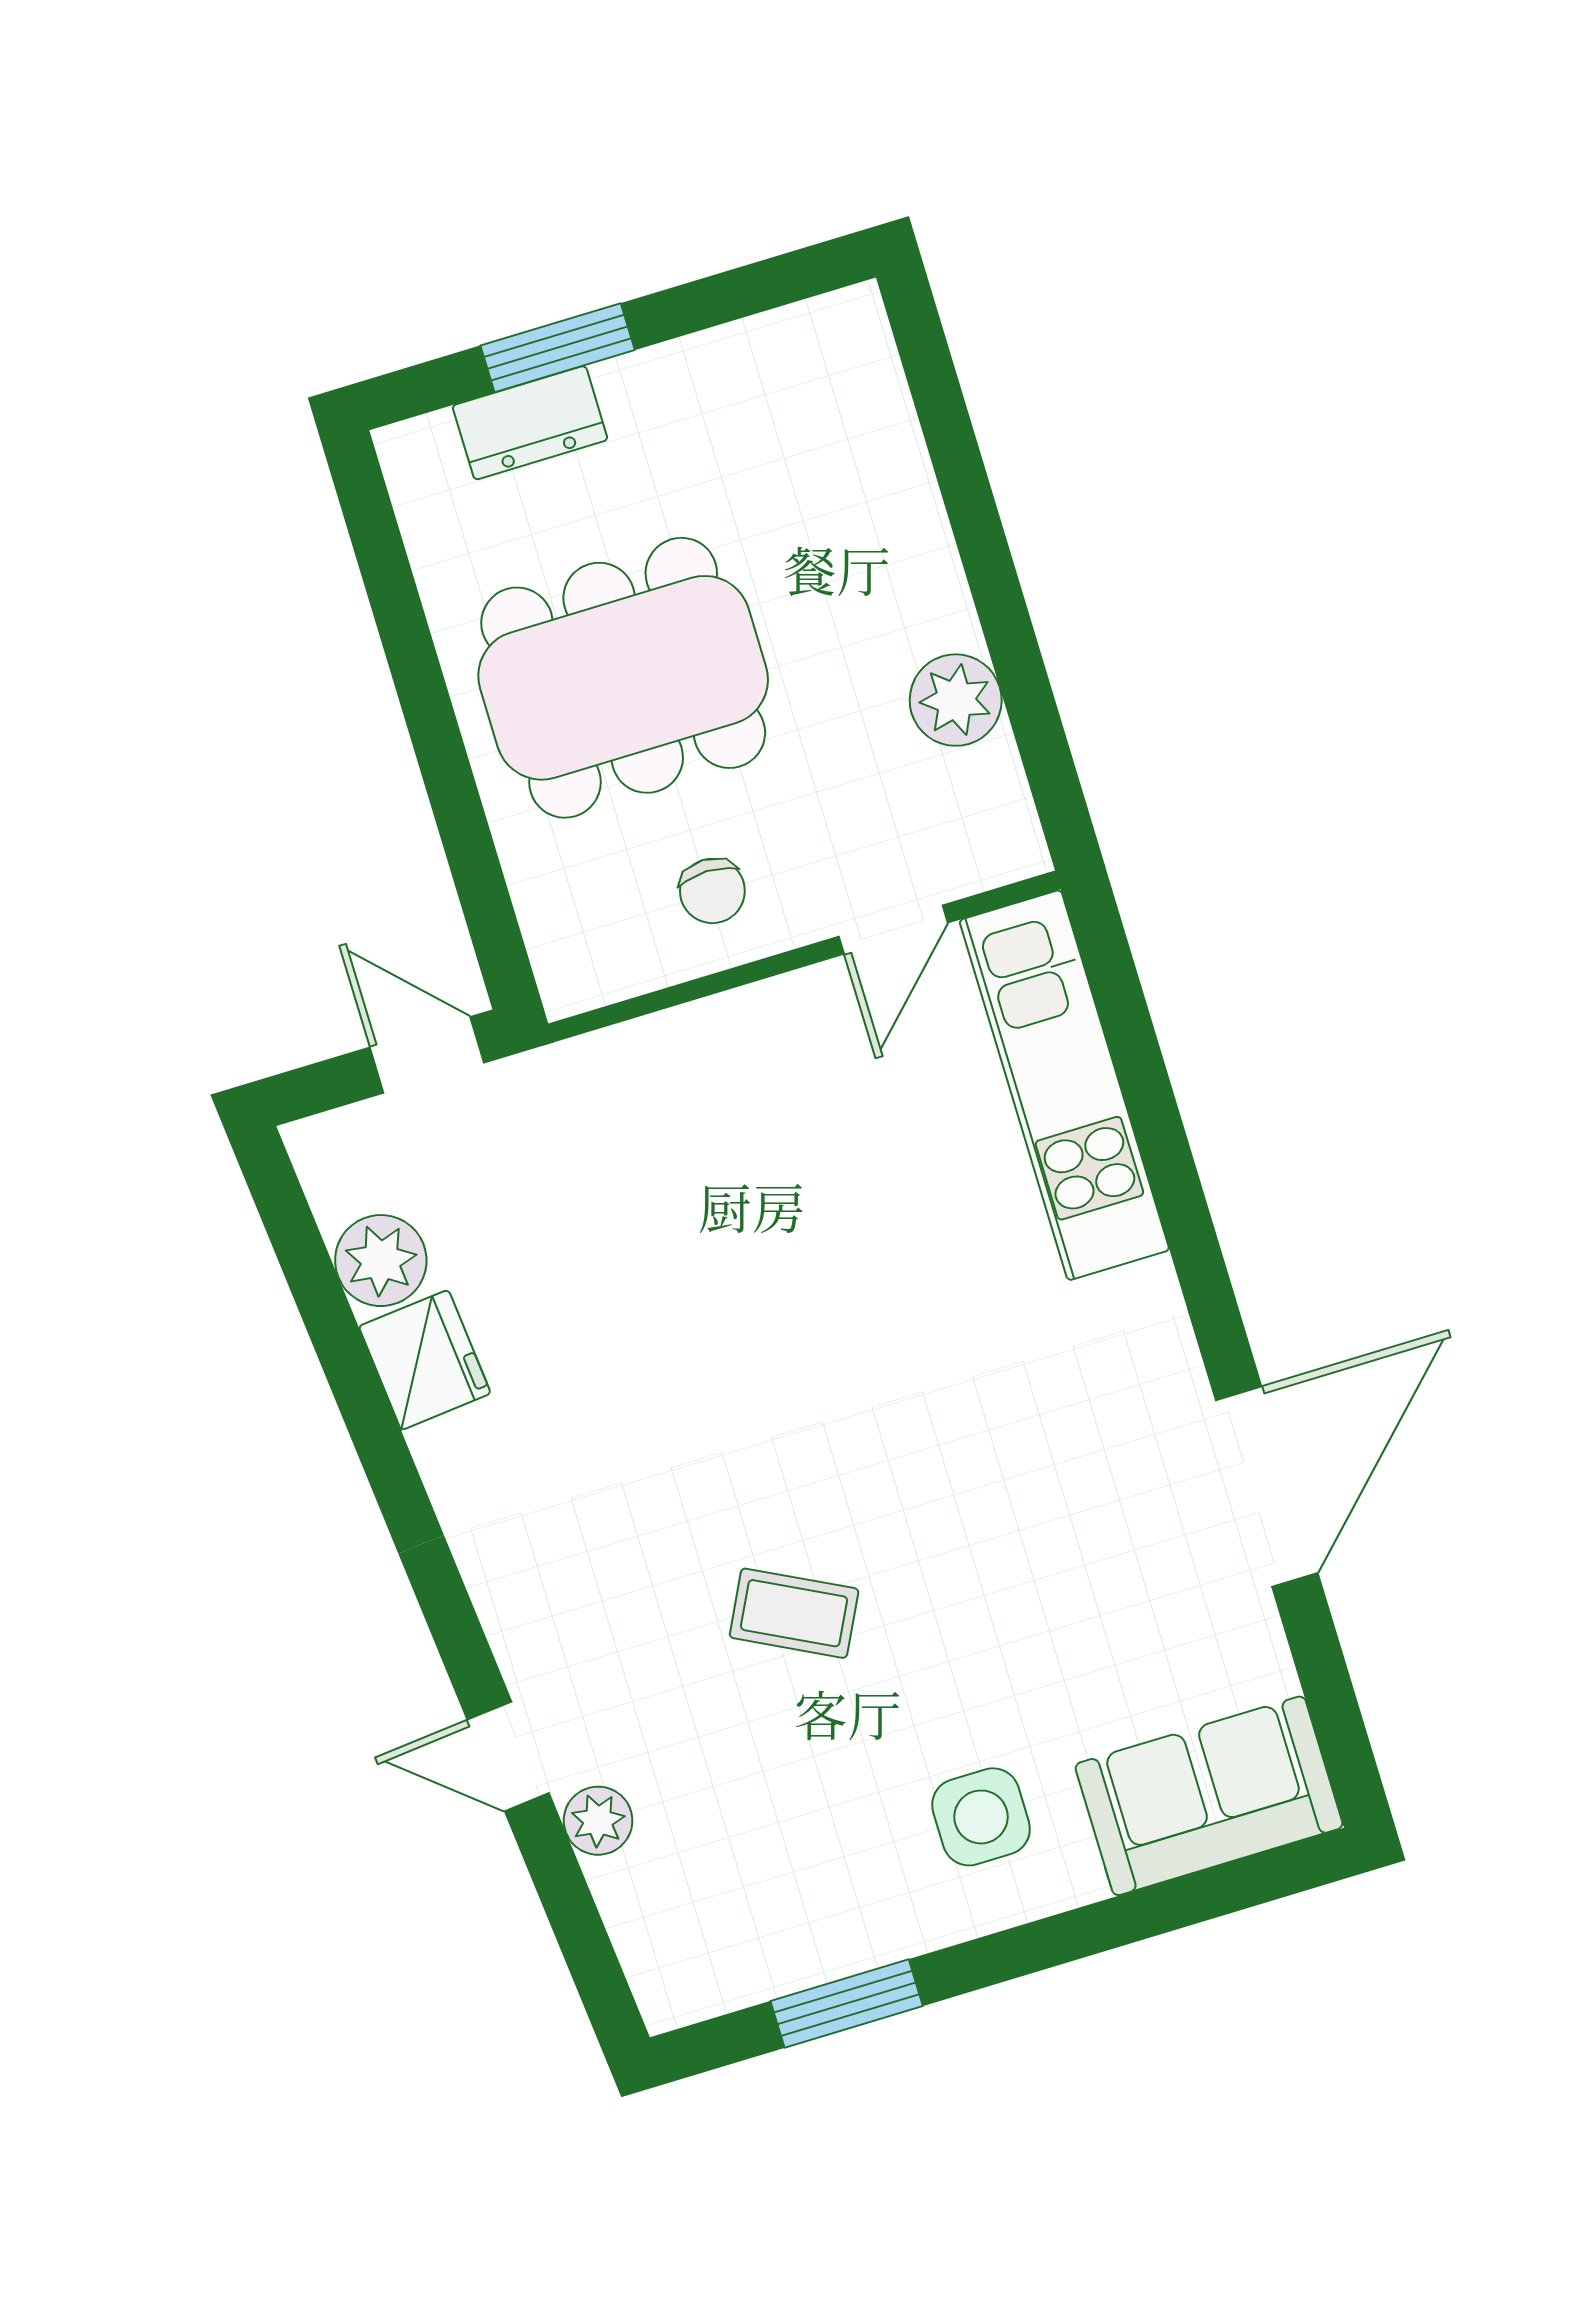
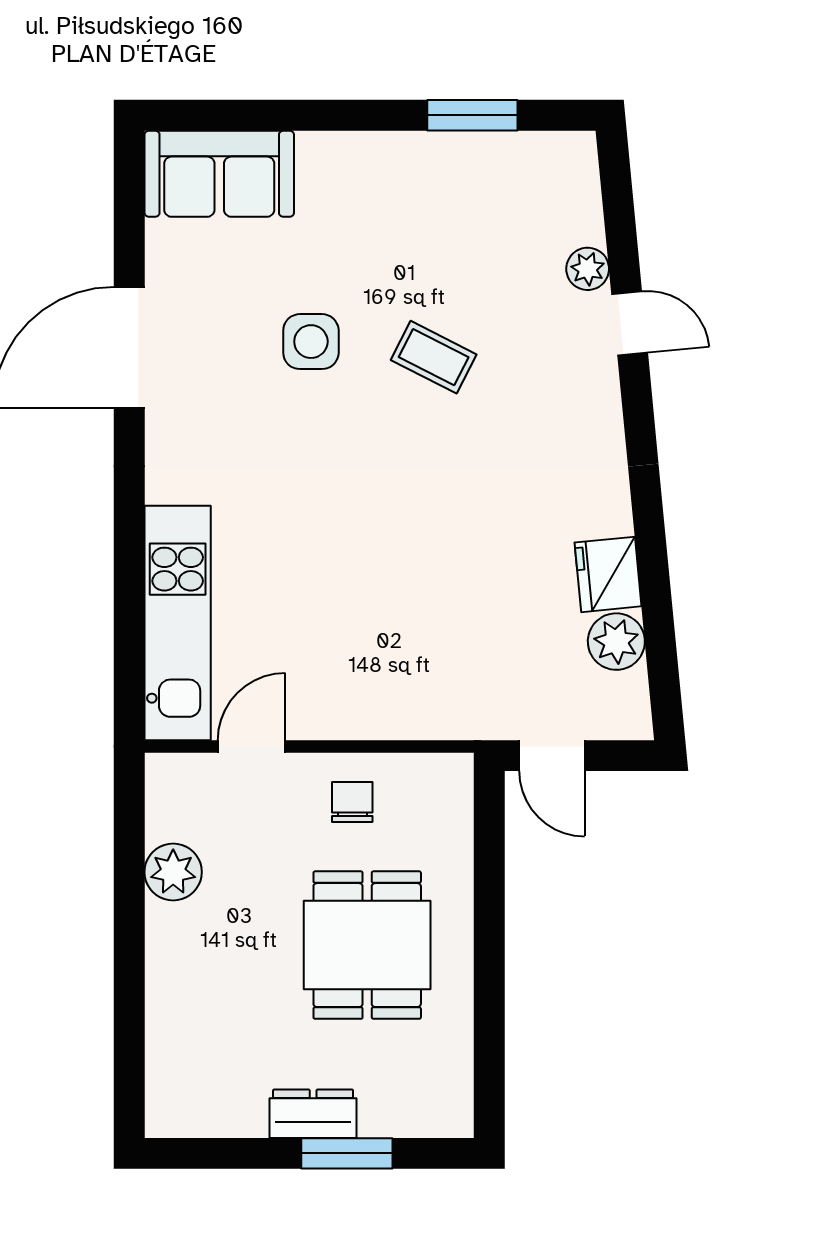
dresser: (530, 423) -> (313, 1114), moved
dining table: (623, 678) -> (367, 945), width x0.73
side table: (981, 1817) -> (311, 342), moved

